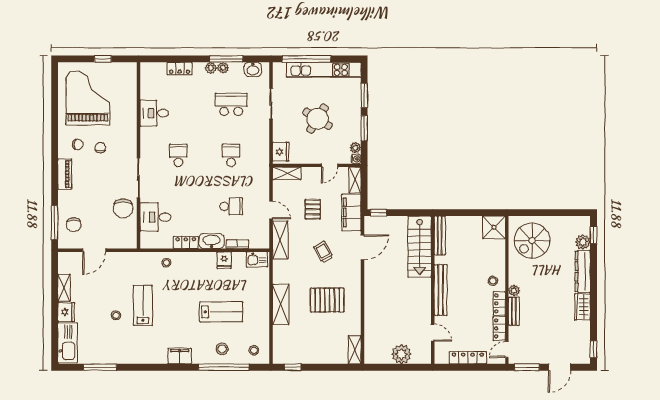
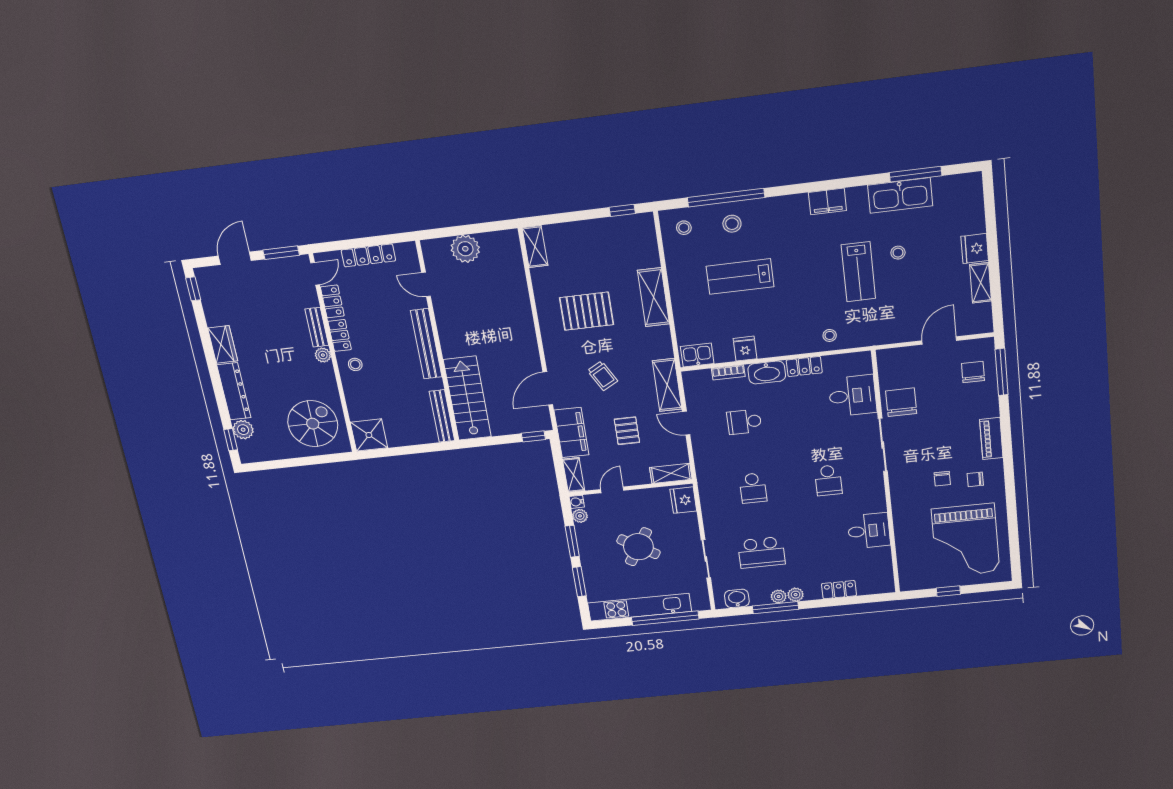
kitchen sink: (68, 343) -> (900, 195), moved, turned -90
filing cabinet: (180, 356) -> (827, 202), moved

